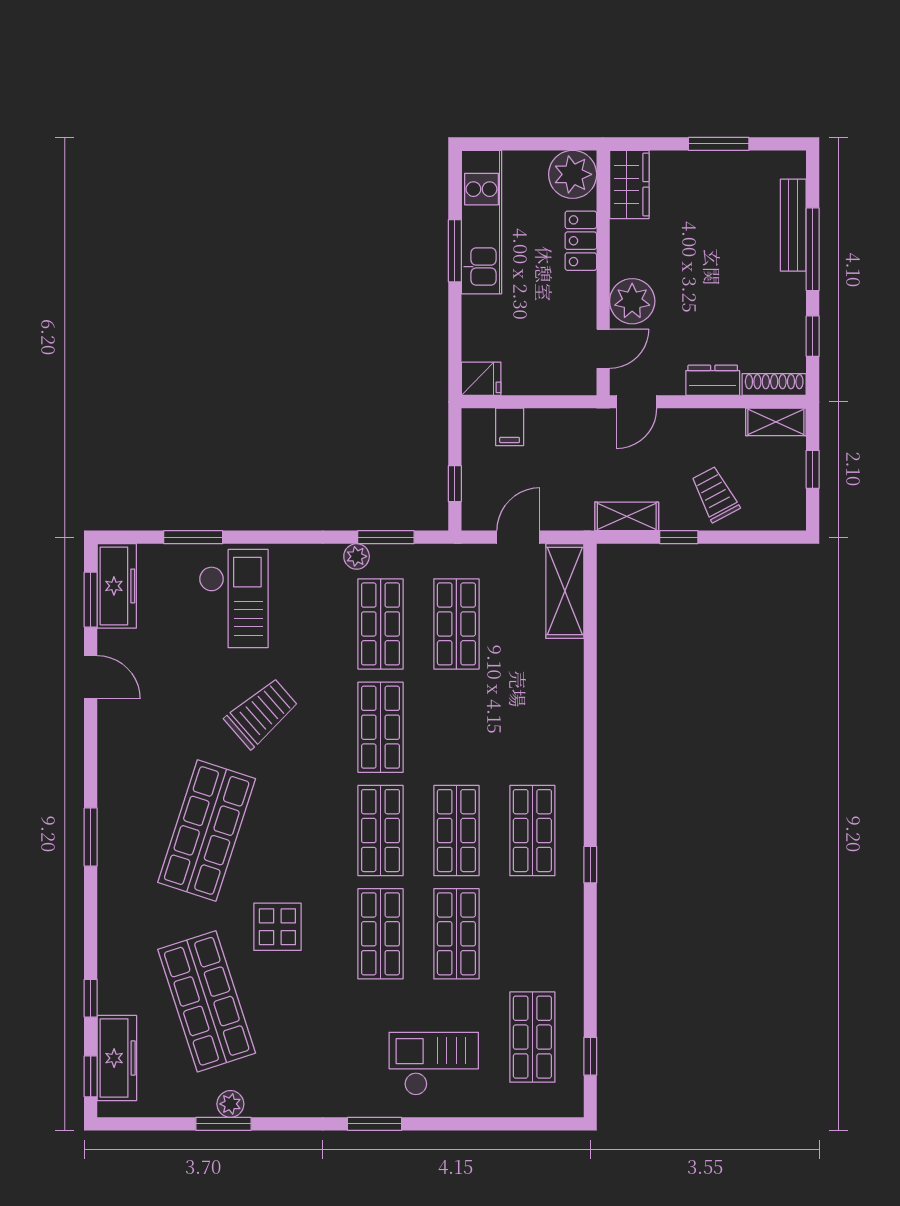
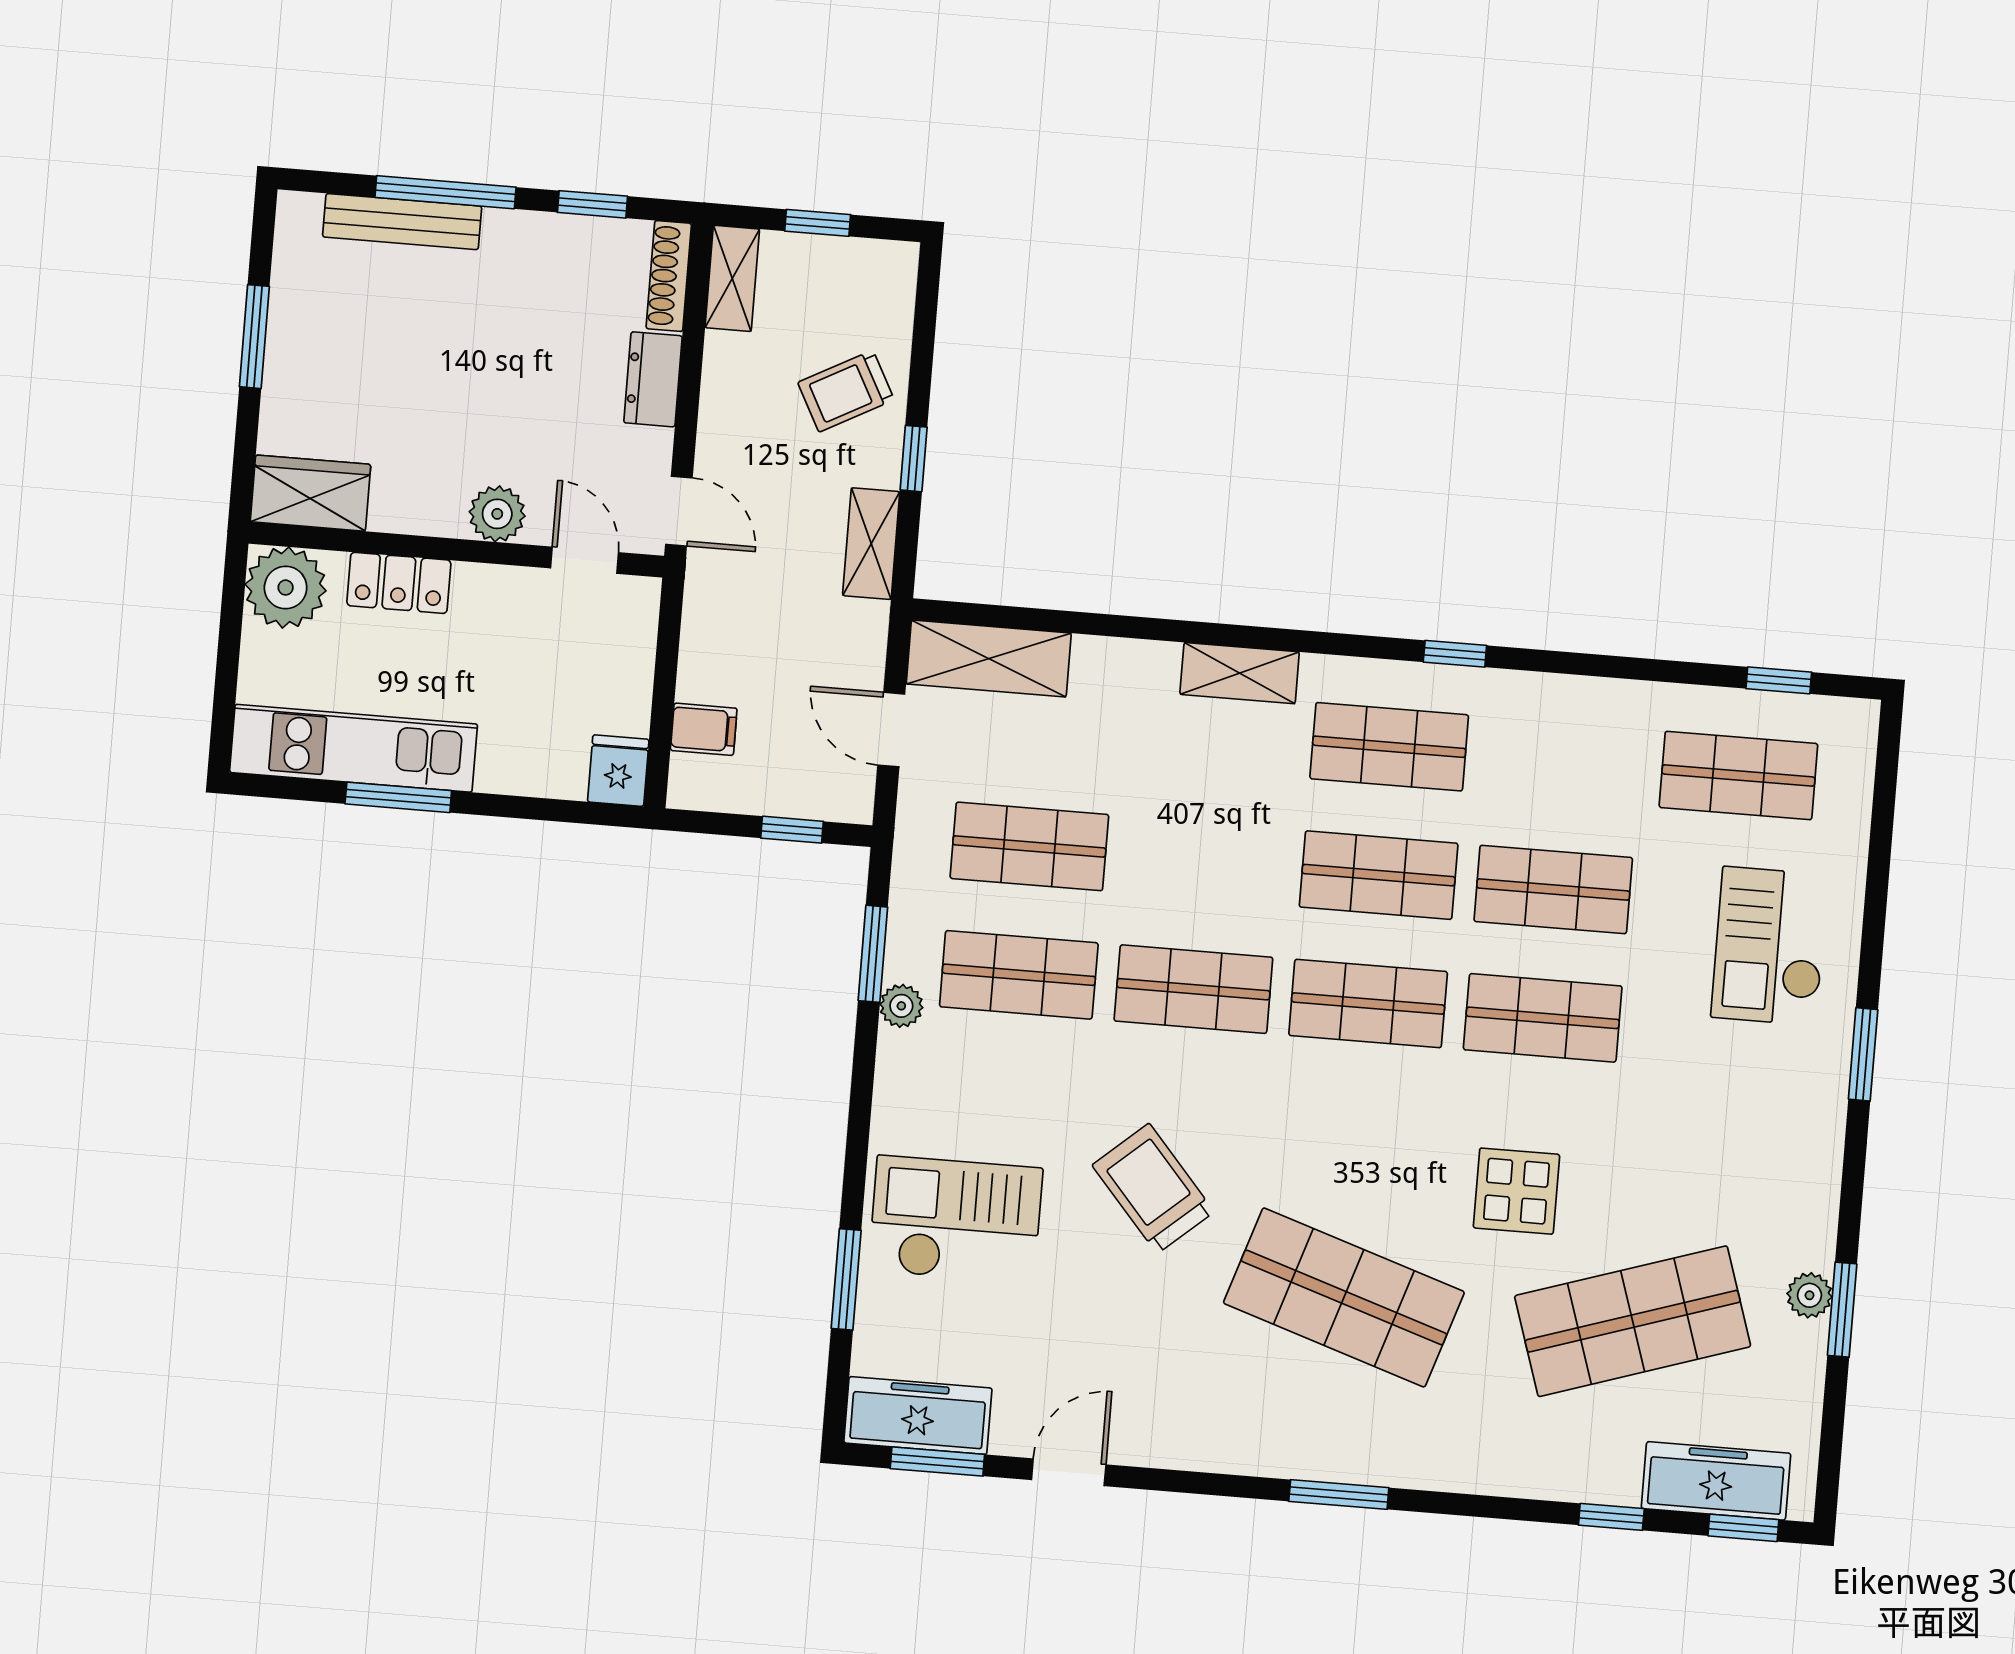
plant: (632, 301) -> (497, 514), width x0.73, depth x0.73
shelving: (568, 739) -> (1240, 673), added

